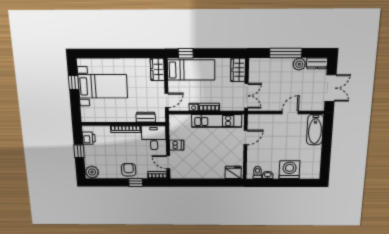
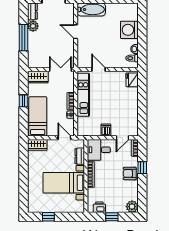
window: (186, 53) -> (23, 101), moved
bed with nightstands: (103, 86) -> (64, 183), moved, turned -90

